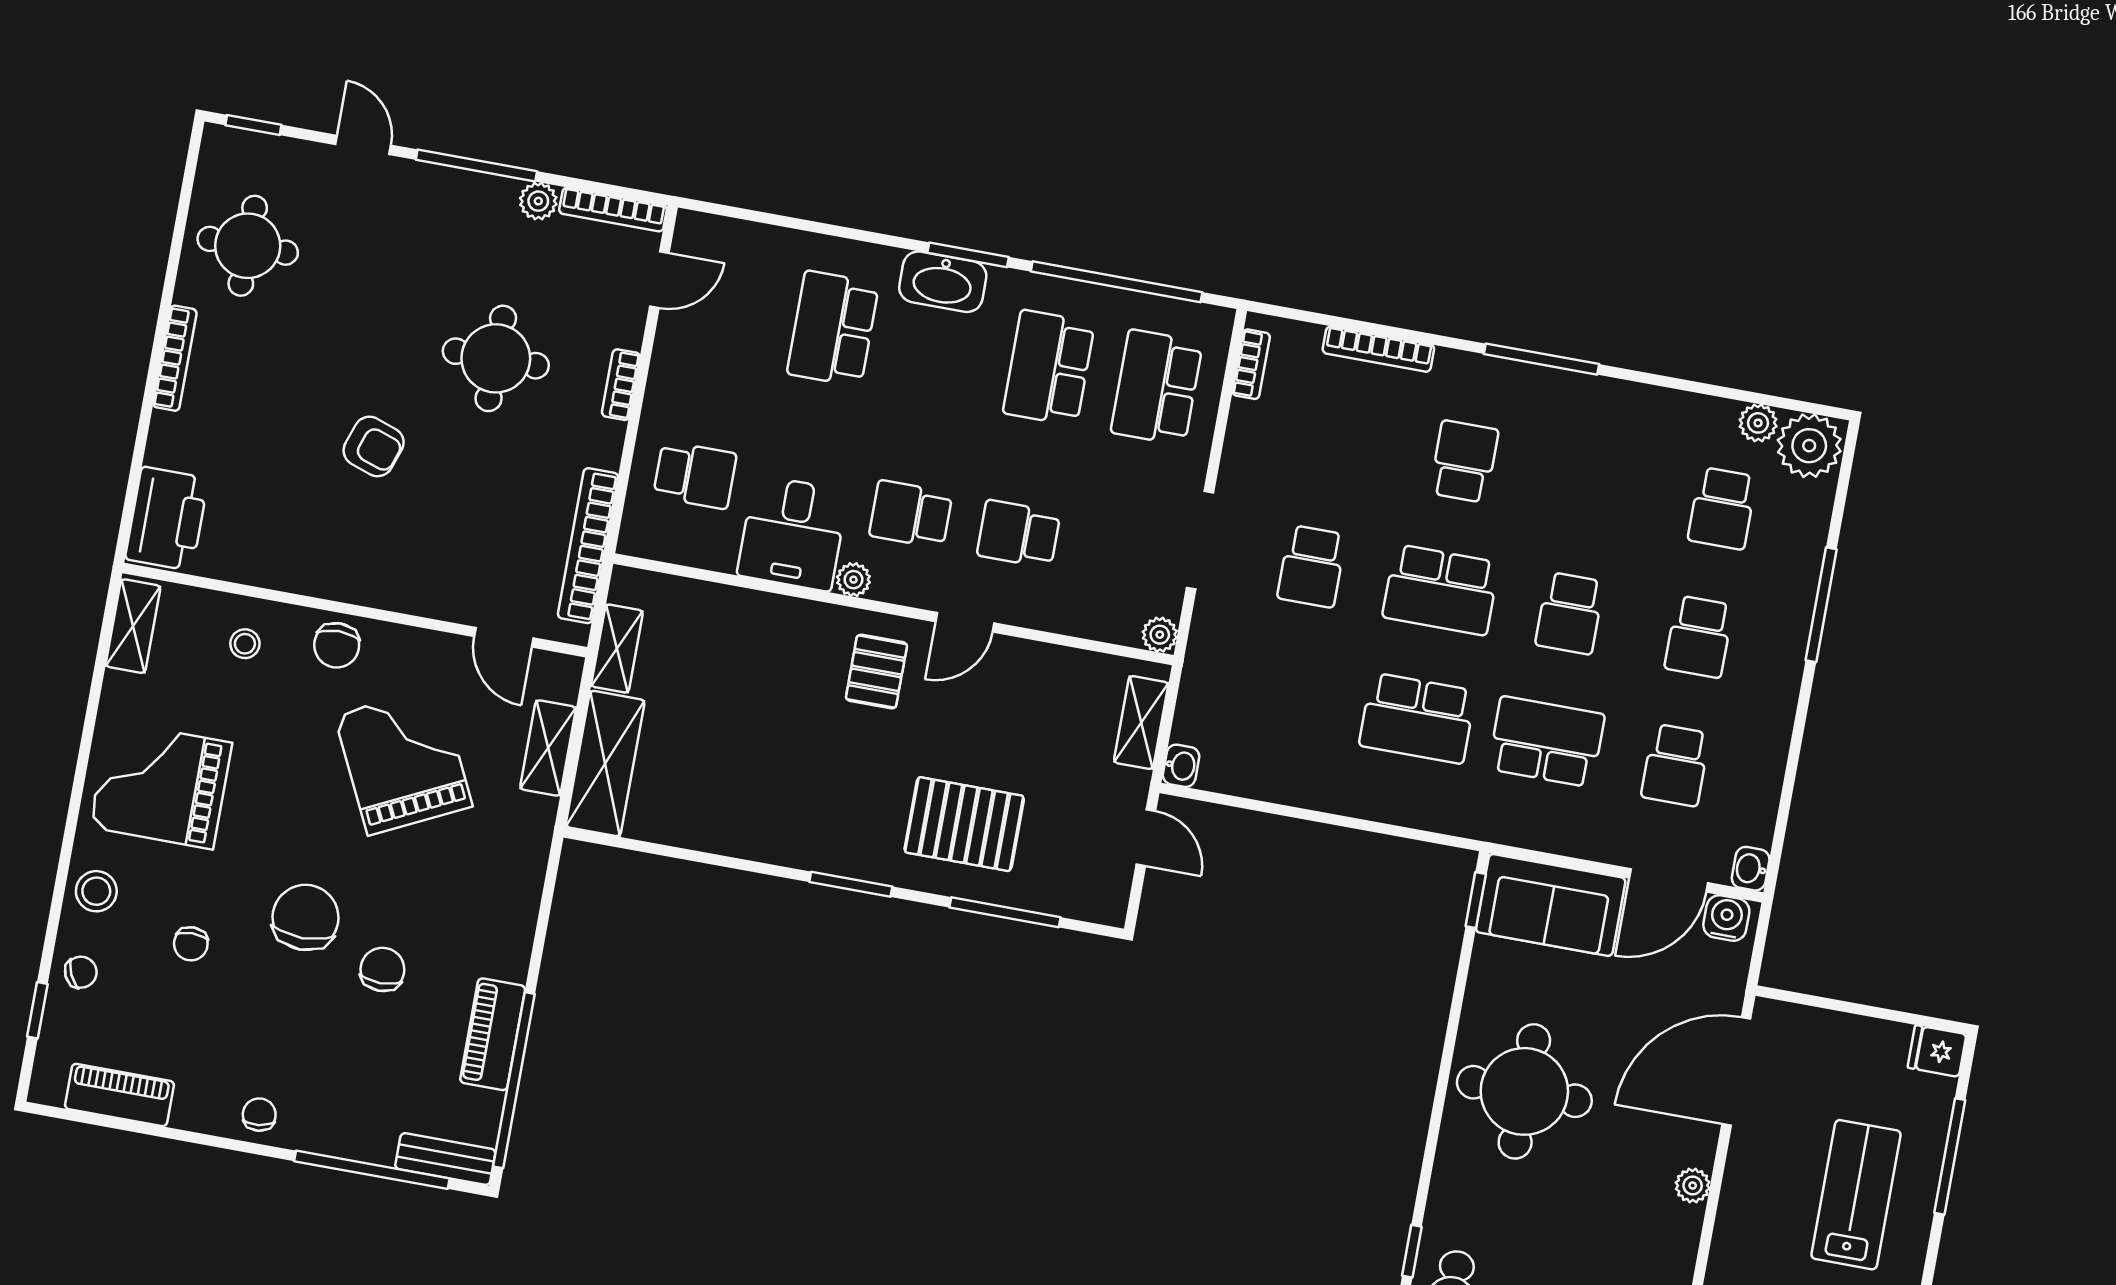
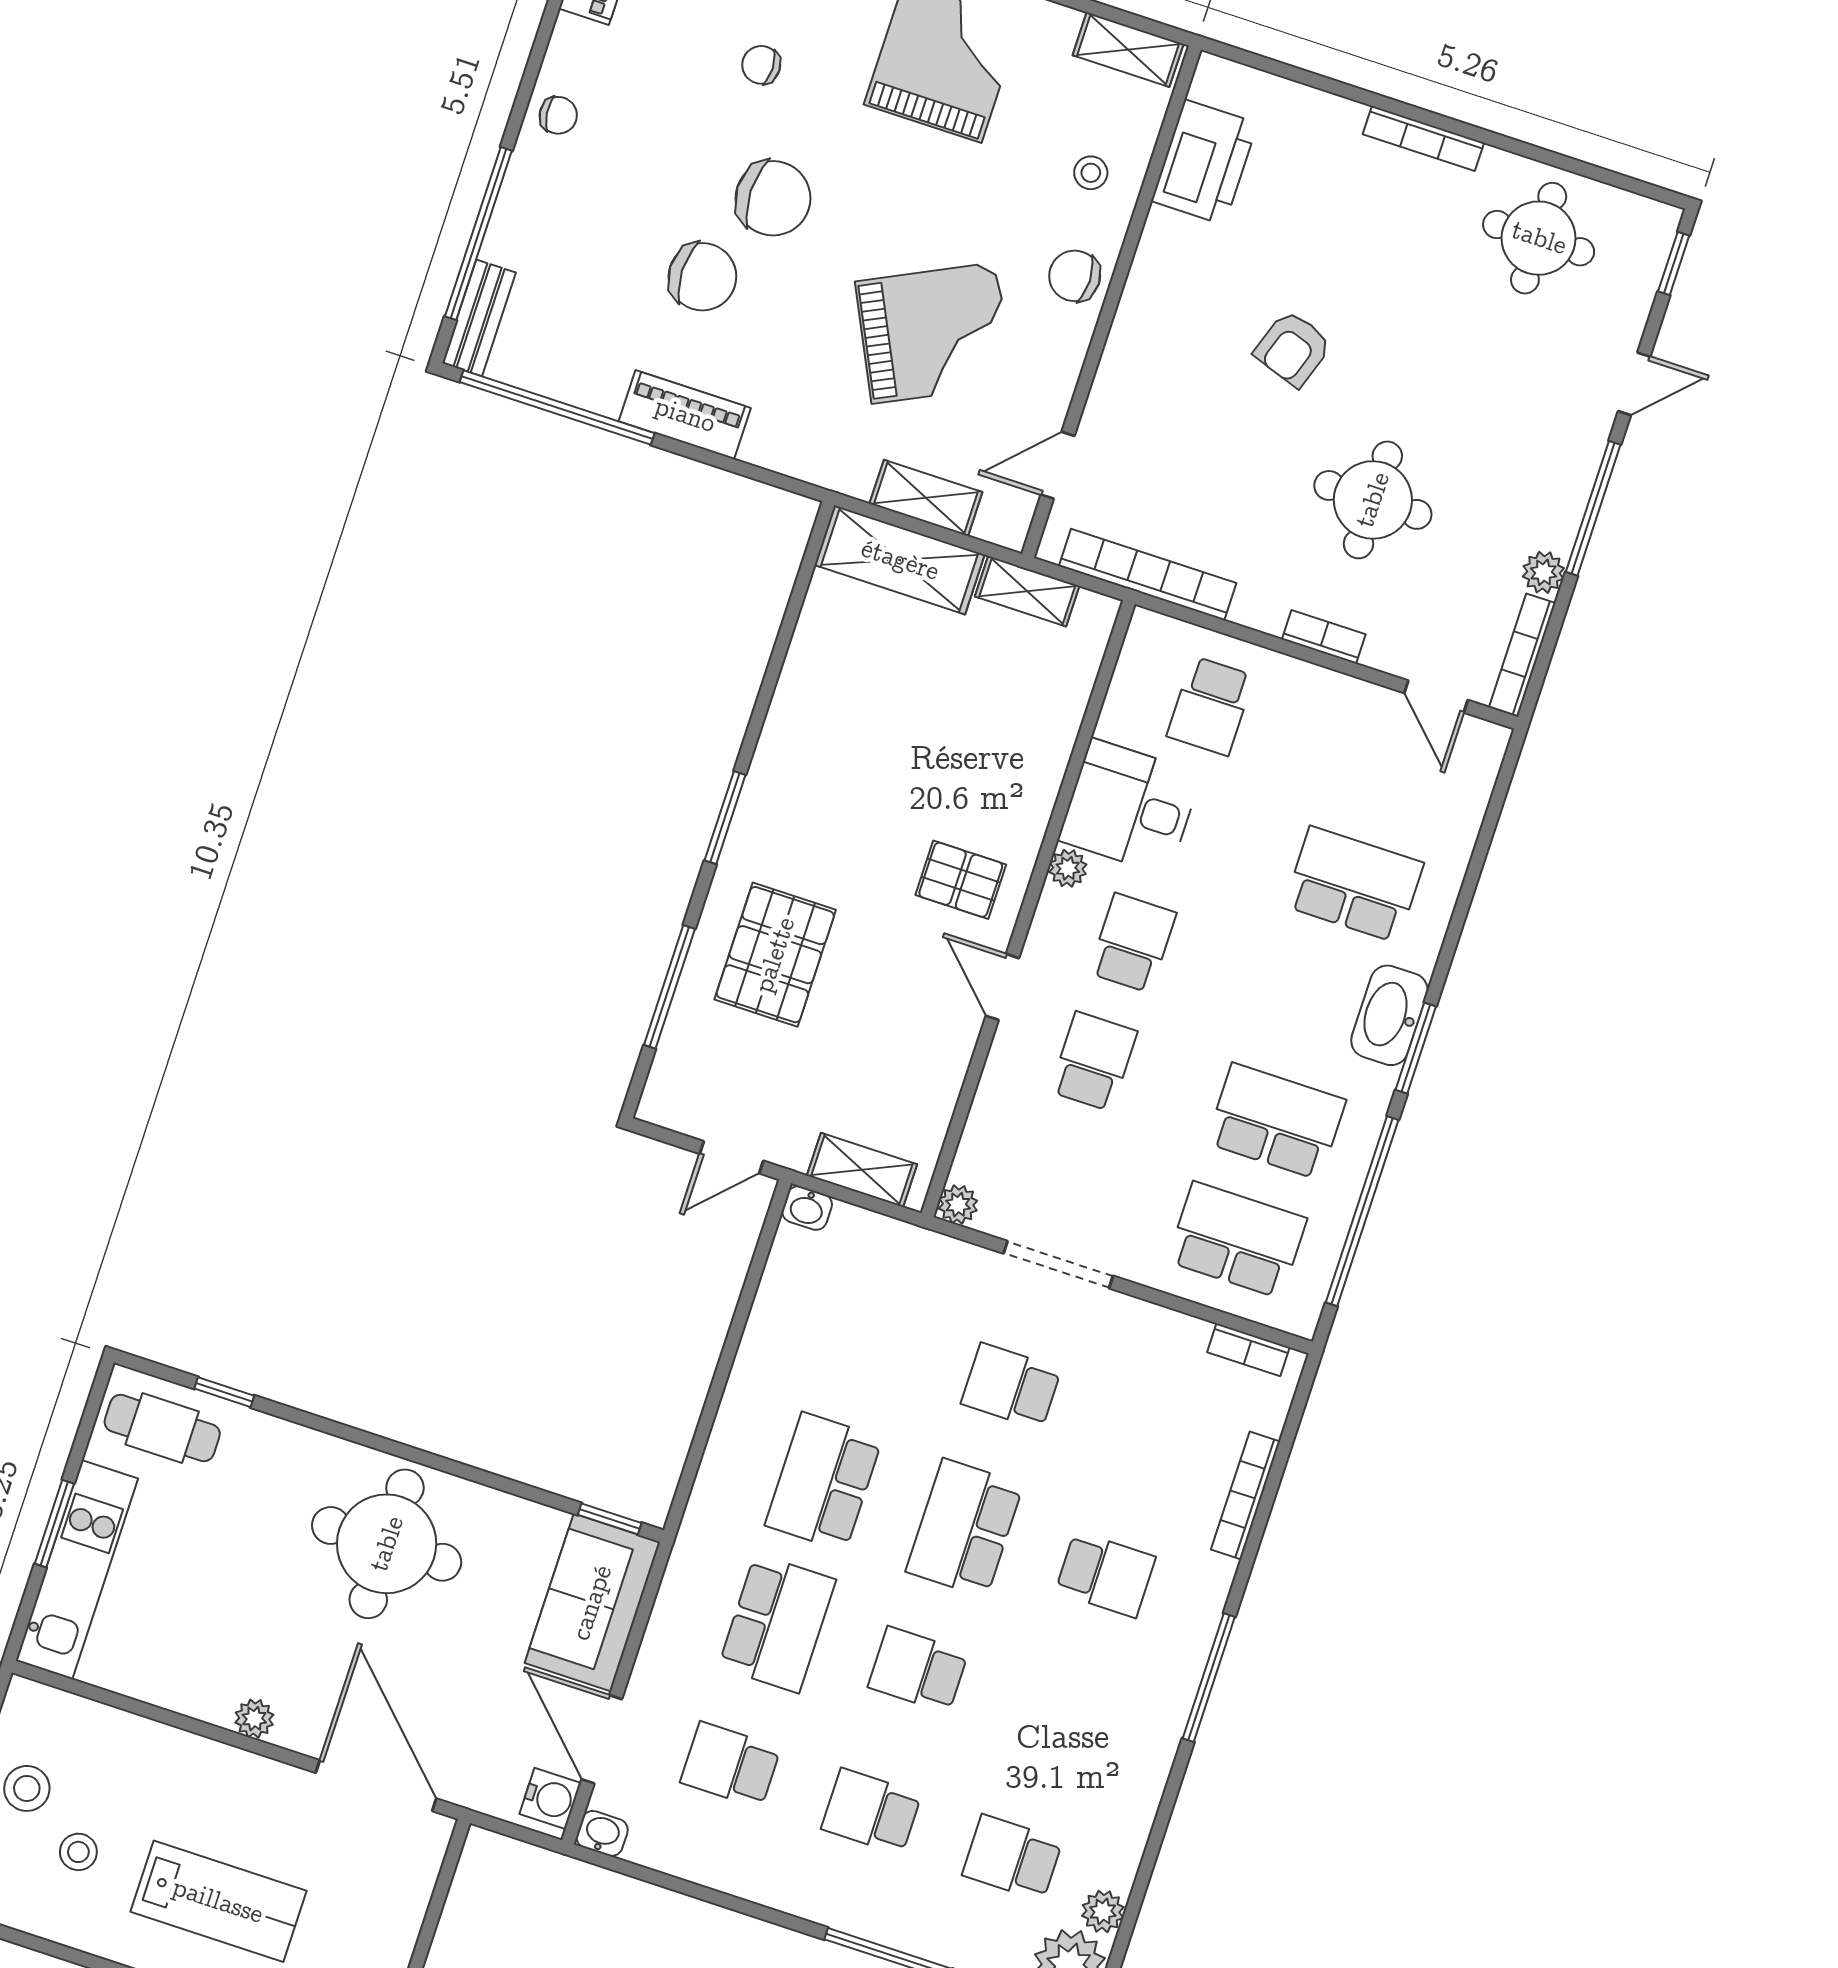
printer: (167, 519) -> (1204, 162), moved, turned -90
chair: (382, 969) -> (702, 277), width x1.37, depth x1.37
piano: (493, 1034) -> (685, 415), moved

